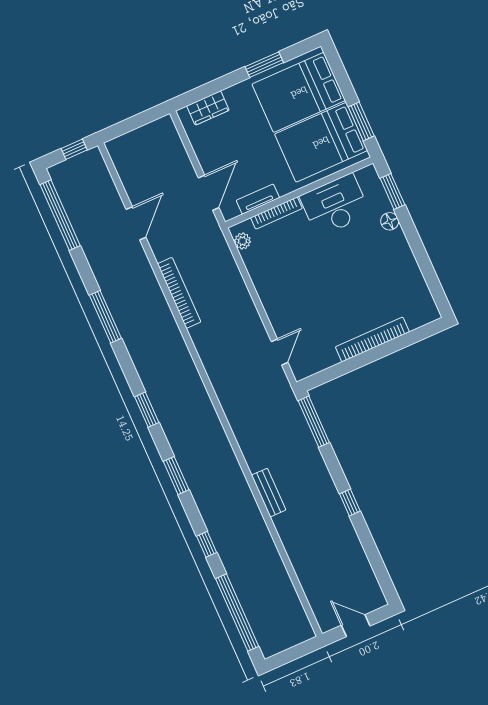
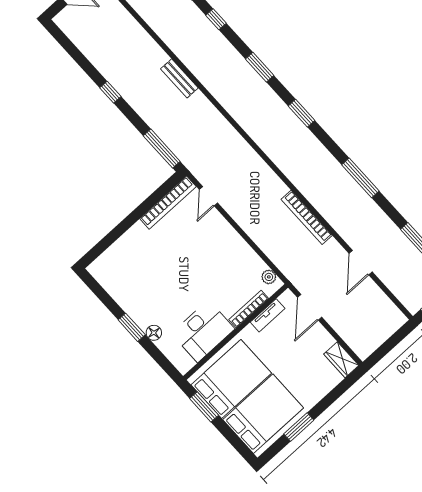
wardrobe: (208, 108) -> (341, 360), moved, turned -90
window: (392, 191) -> (132, 327), moved
bookcase: (372, 339) -> (168, 203), moved

